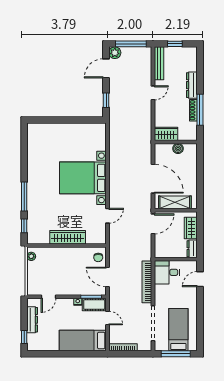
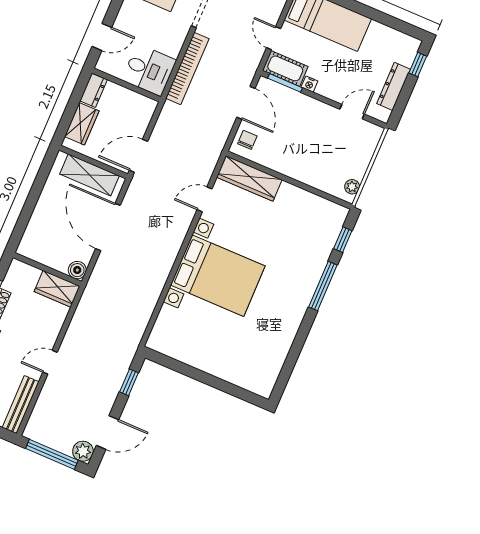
boiler: (178, 149) -> (77, 270), moved
wardrobe: (68, 237) -> (249, 178), moved

